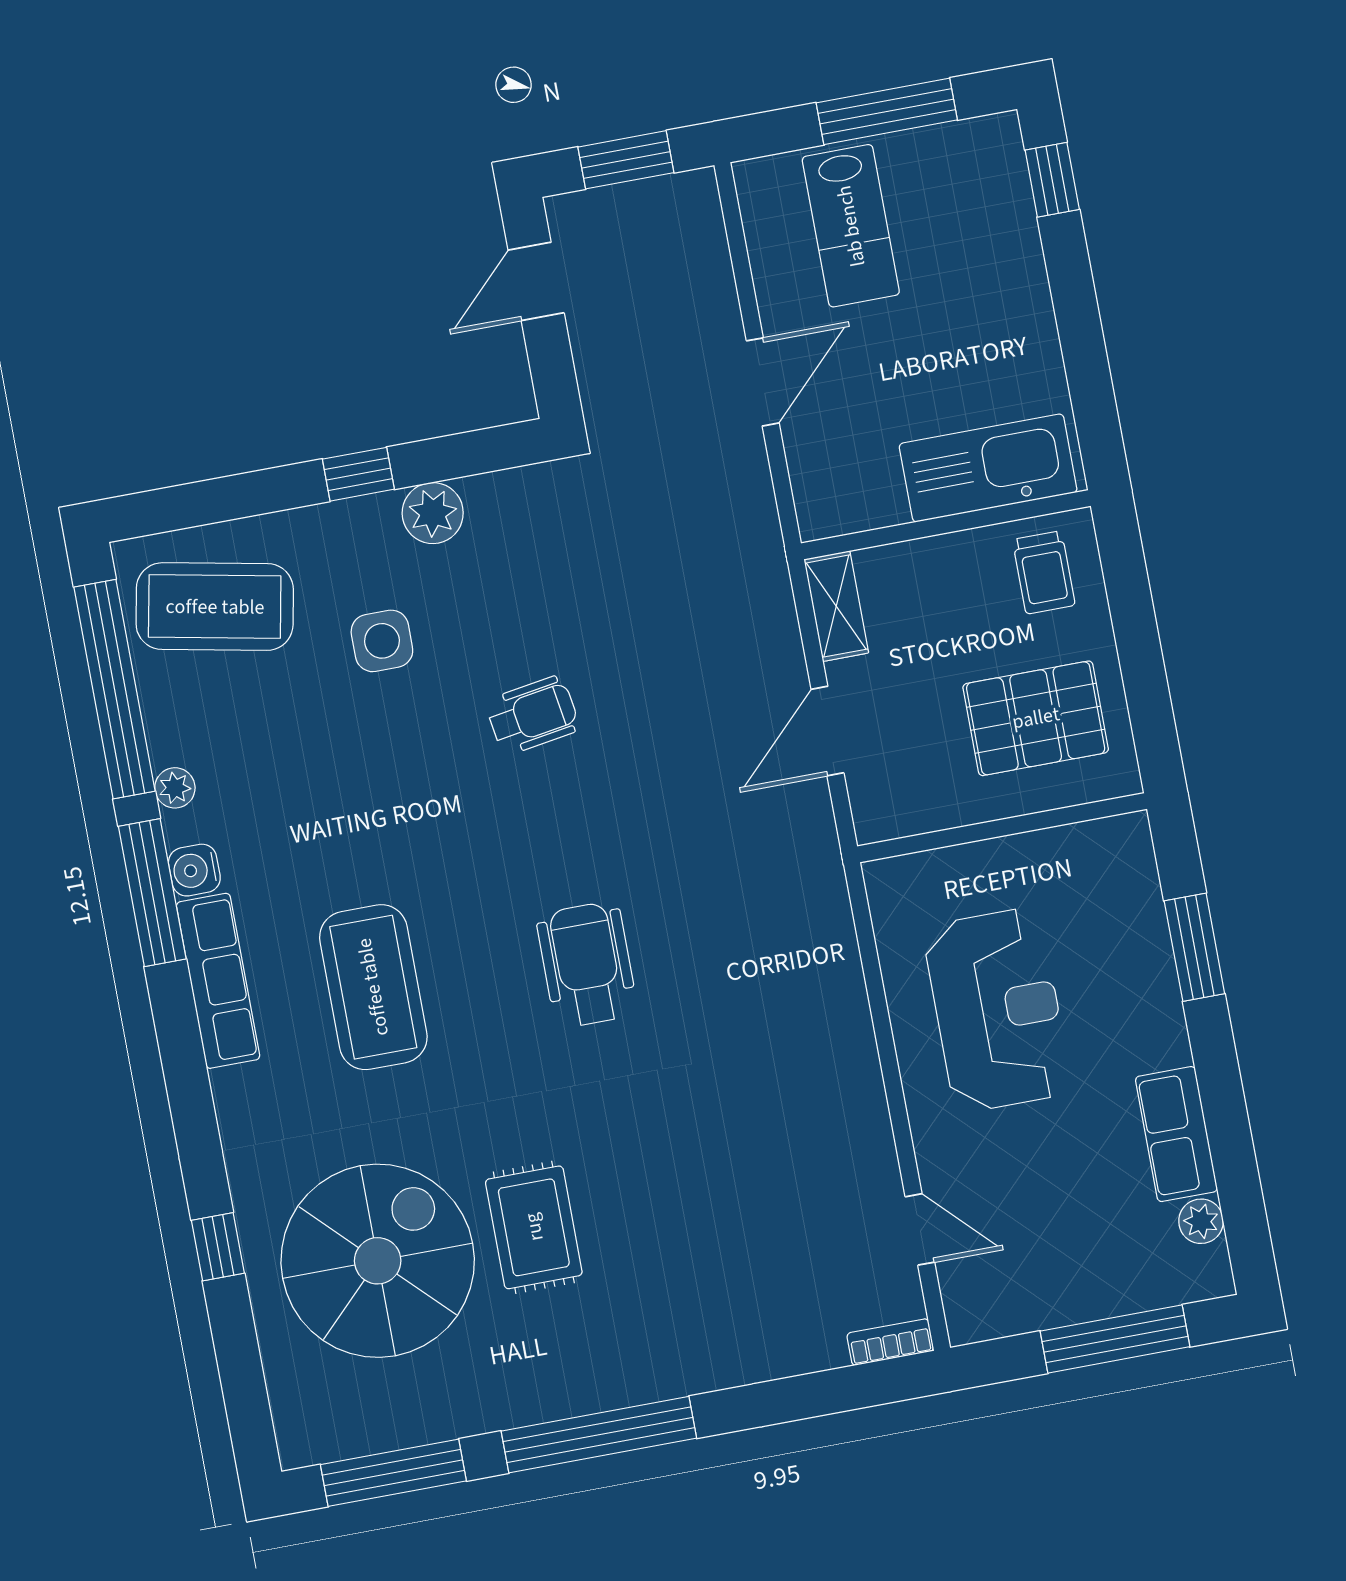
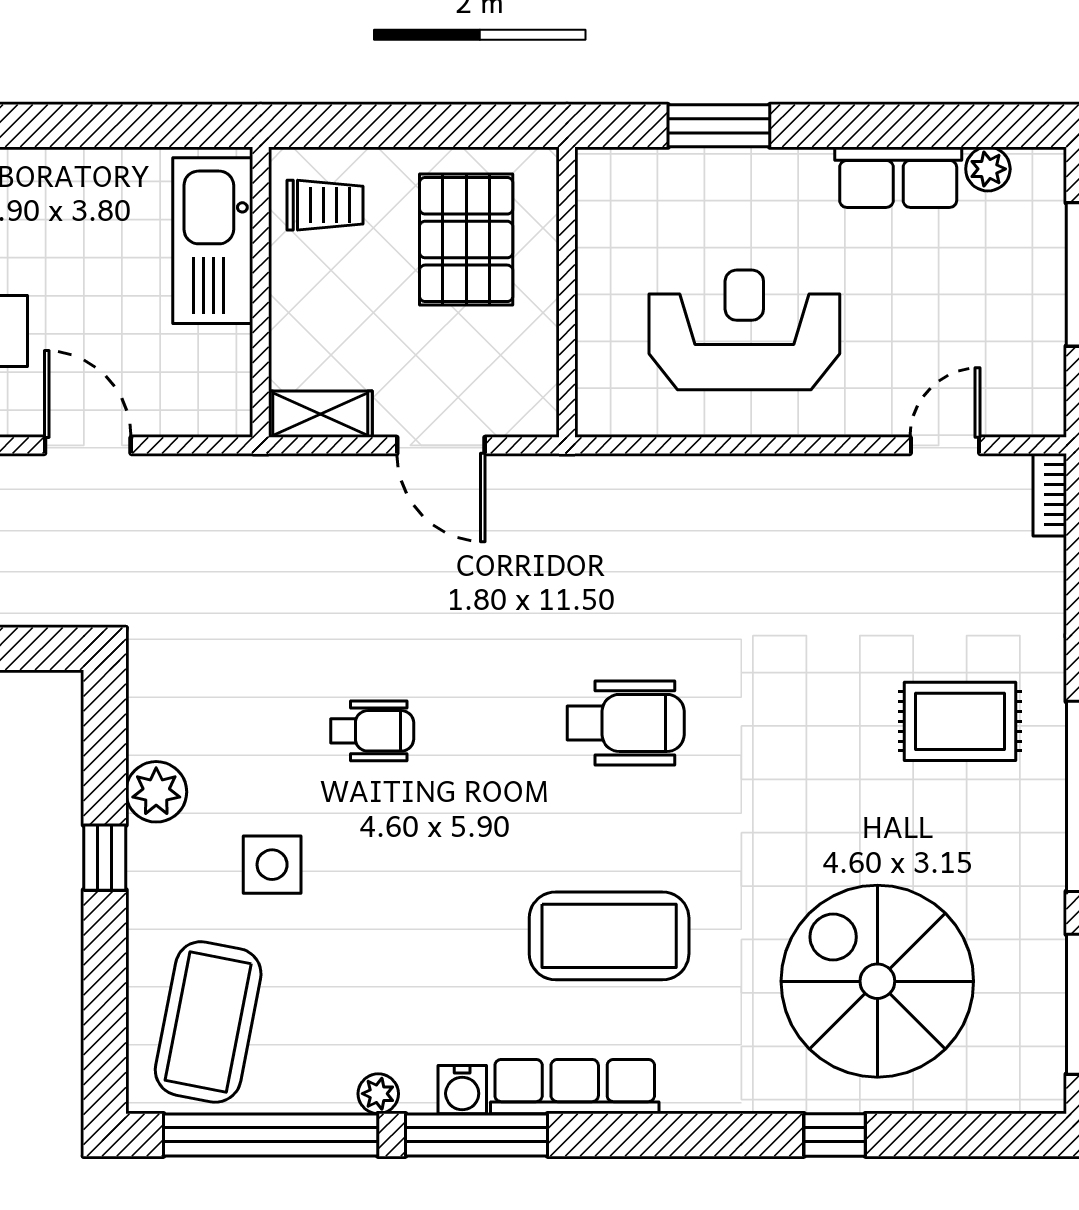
wheelchair: (533, 715) -> (372, 731), turned 99
wheelchair: (587, 964) -> (626, 723), turned 180
rug: (534, 1227) -> (960, 721), moved

